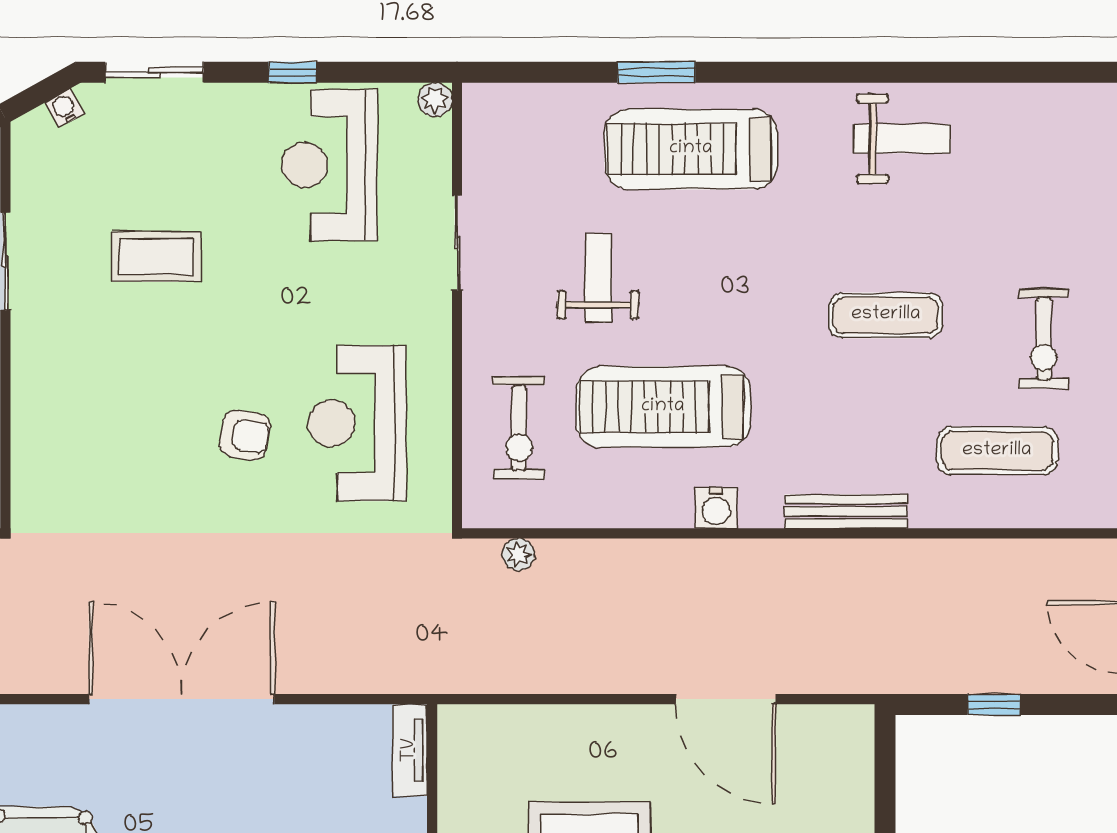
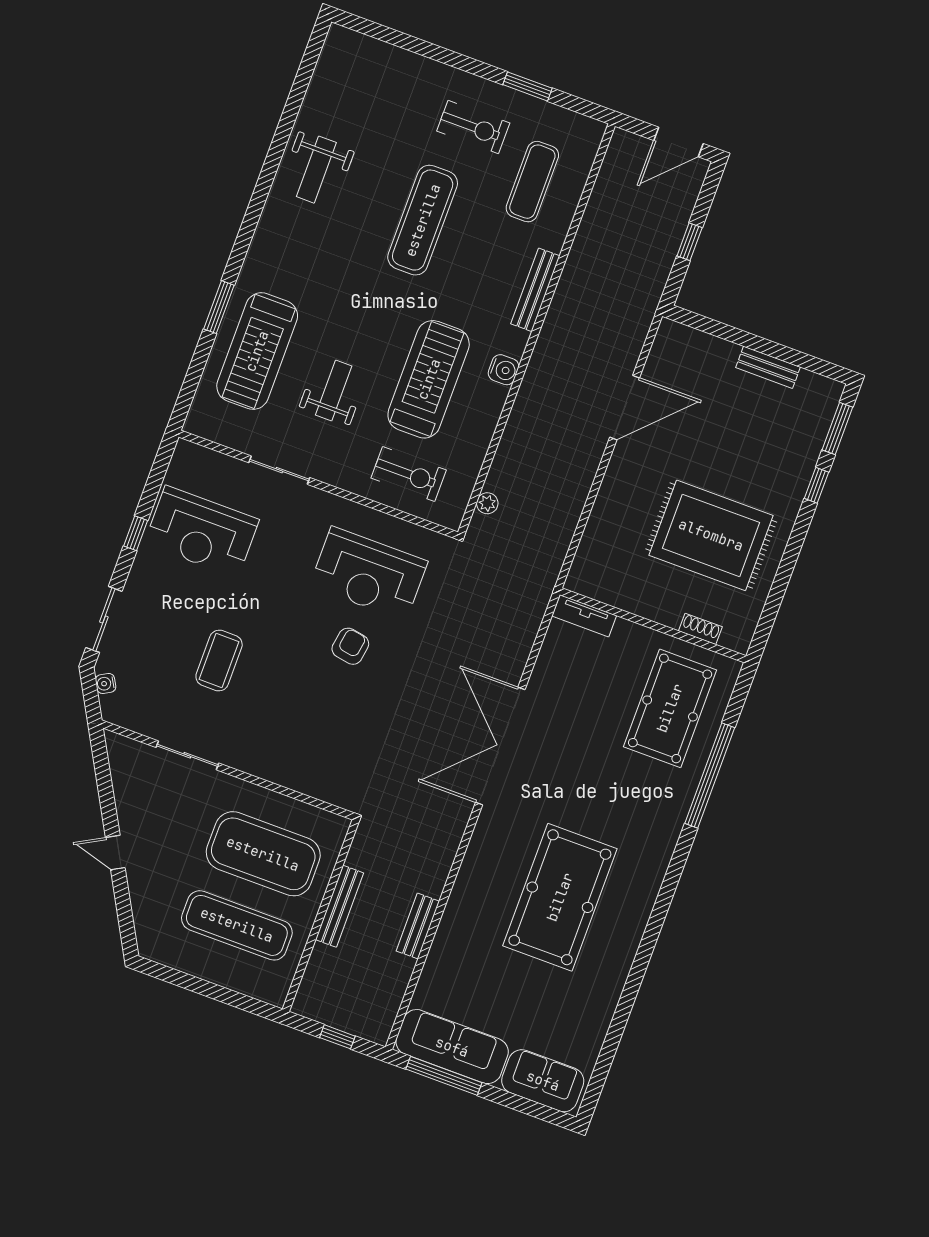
plant: (435, 100) -> (185, 451), removed
weight bench: (902, 139) -> (316, 170), turned 180
treadmill: (691, 149) -> (257, 351), moved
weight bench: (598, 278) -> (334, 390), turned 90
exercise mat: (886, 315) -> (423, 220), width x1.36, depth x1.45
treadmill: (663, 407) -> (429, 379), turned 180

